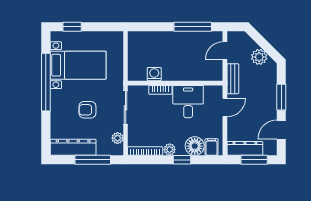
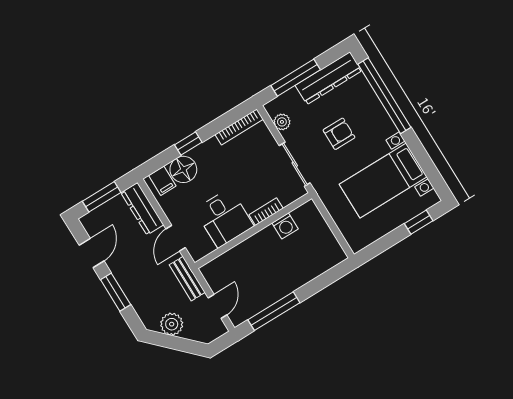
window: (46, 82) -> (384, 96), moved
dresser: (245, 148) -> (142, 209), moved, turned 90
plant: (170, 150) -> (211, 147), removed

